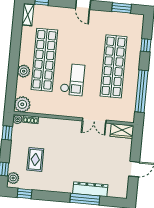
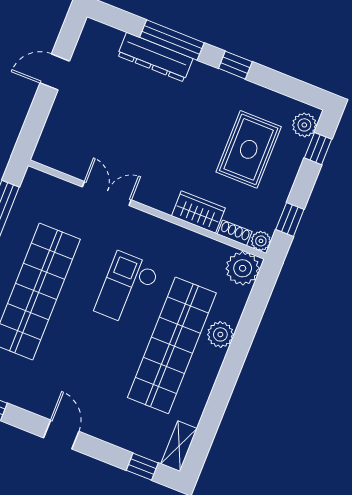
wardrobe: (122, 131) -> (198, 212), moved
rug: (35, 159) -> (249, 149), width x1.36, depth x1.43
window: (25, 194) -> (235, 65), moved

